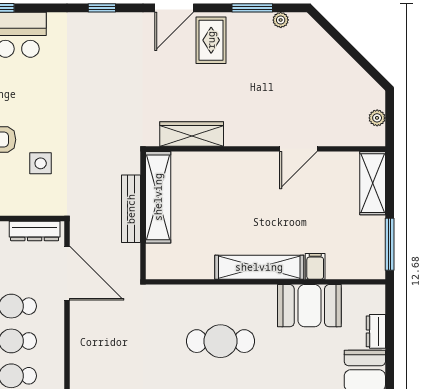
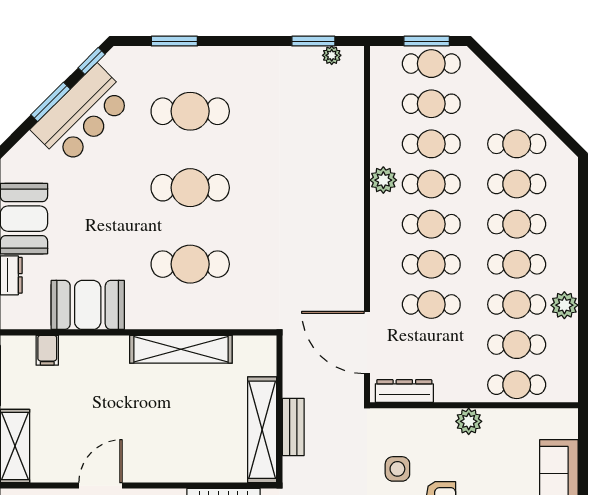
bench: (131, 209) -> (293, 427), width x0.73
filing cabinet: (315, 266) -> (47, 350), moved
shelving: (259, 267) -> (181, 349), moved

